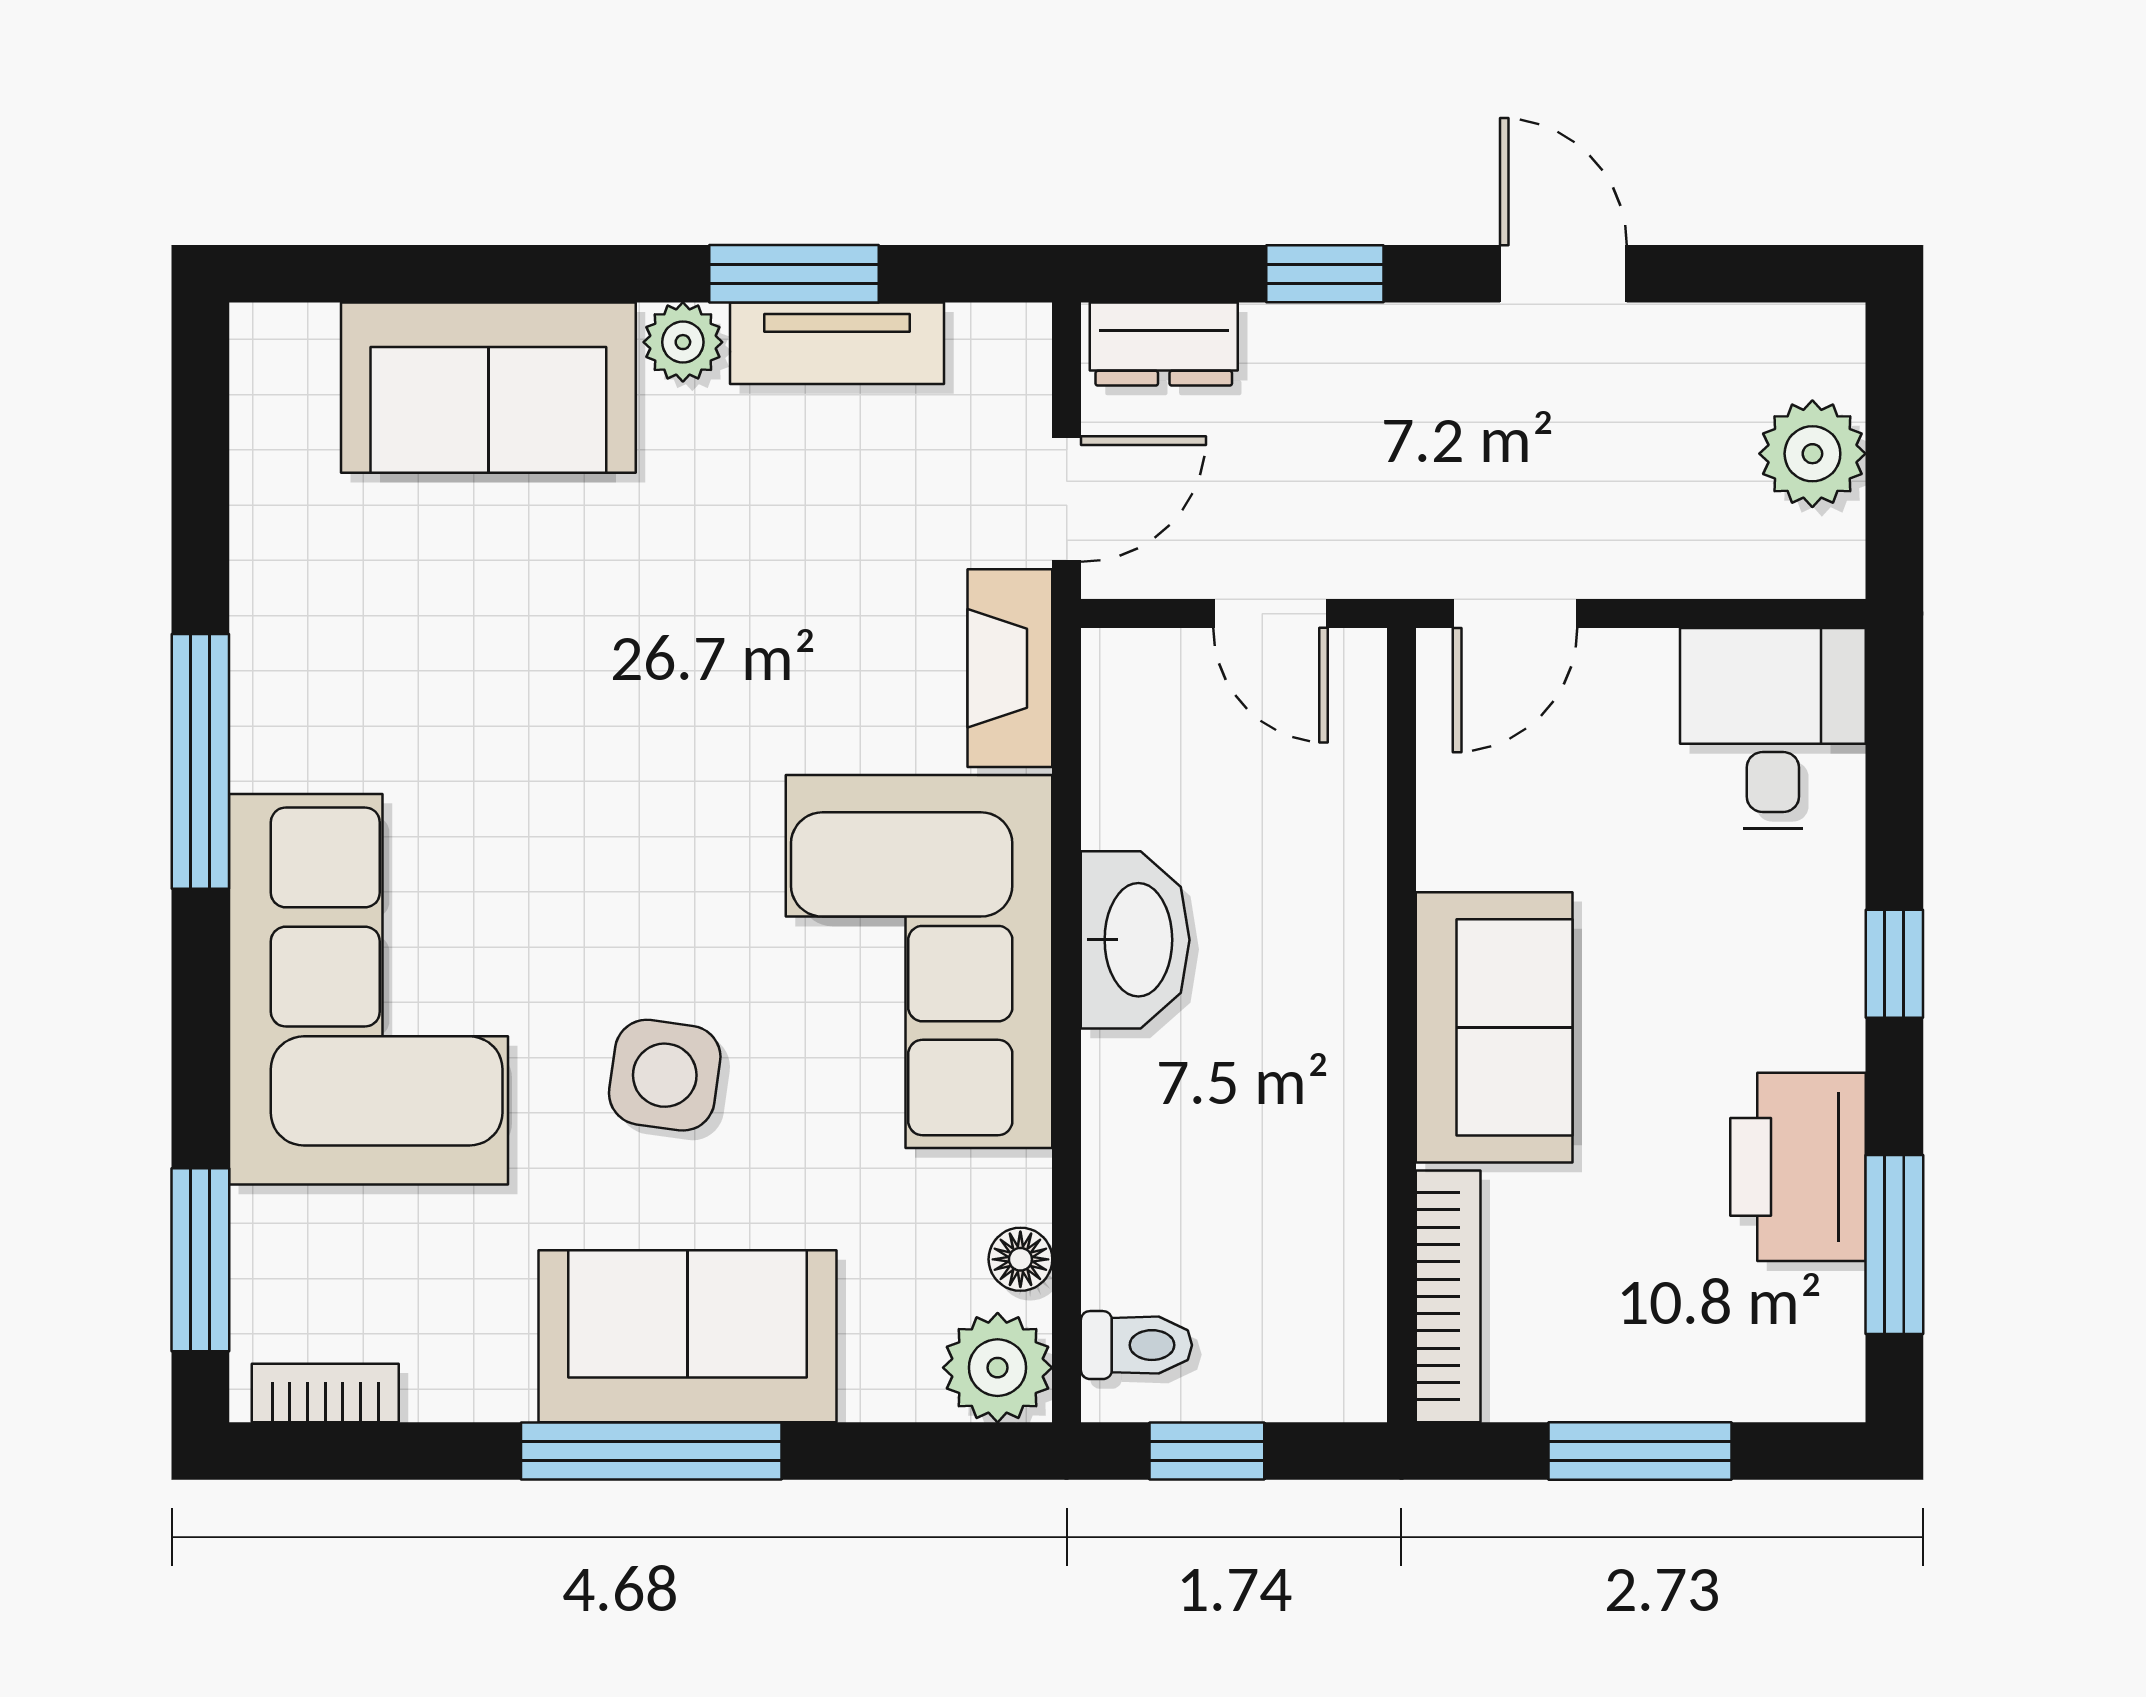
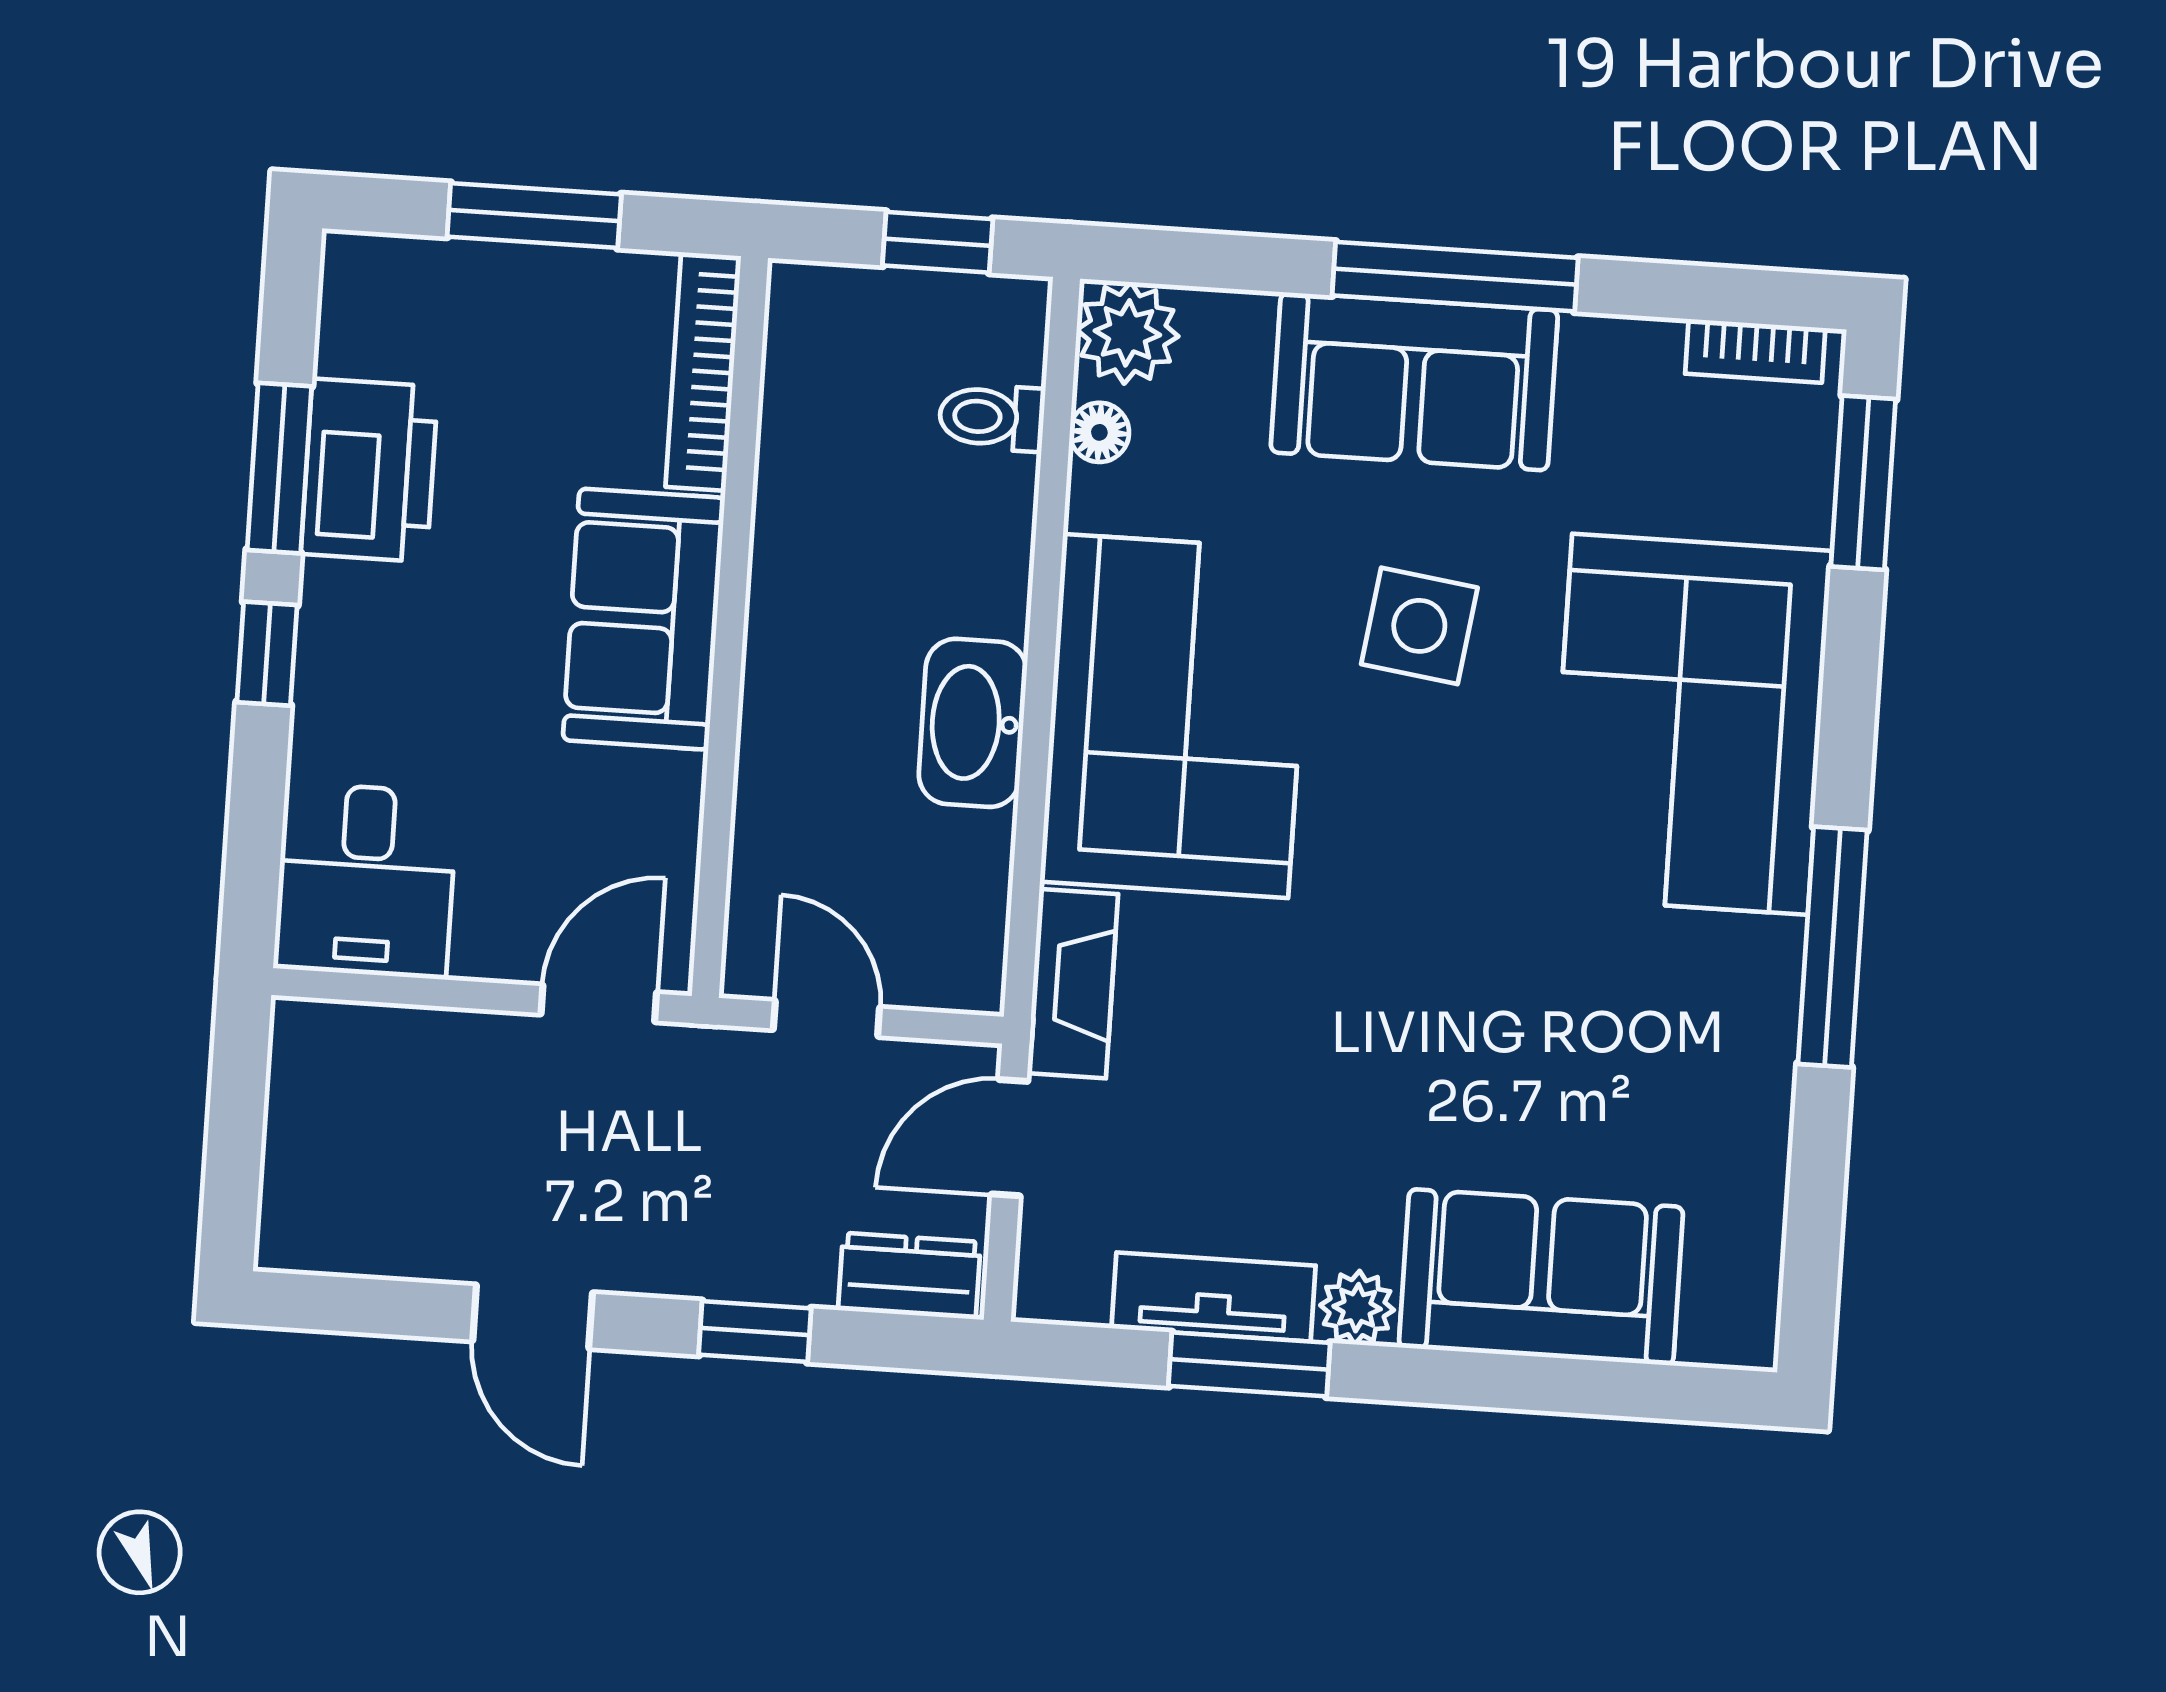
plant: (1812, 454) -> (312, 1134), removed
window: (1894, 1244) -> (279, 468), moved
toilet: (1136, 1345) -> (992, 417), moved

